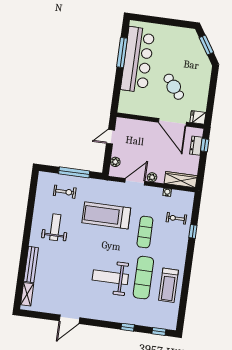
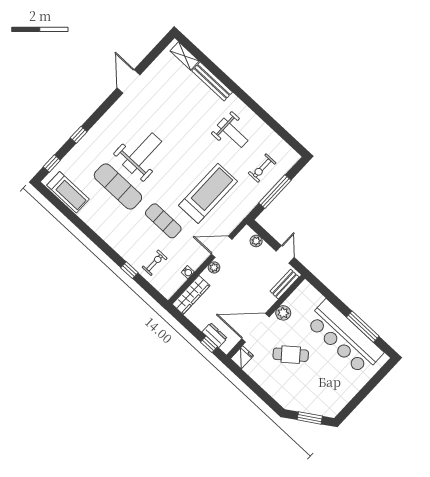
plant: (150, 111) -> (283, 313), added
bench: (130, 123) -> (284, 284), added
door: (135, 182) -> (222, 247), swing flipped
treadmill: (169, 285) -> (68, 192), moved, turned 180

